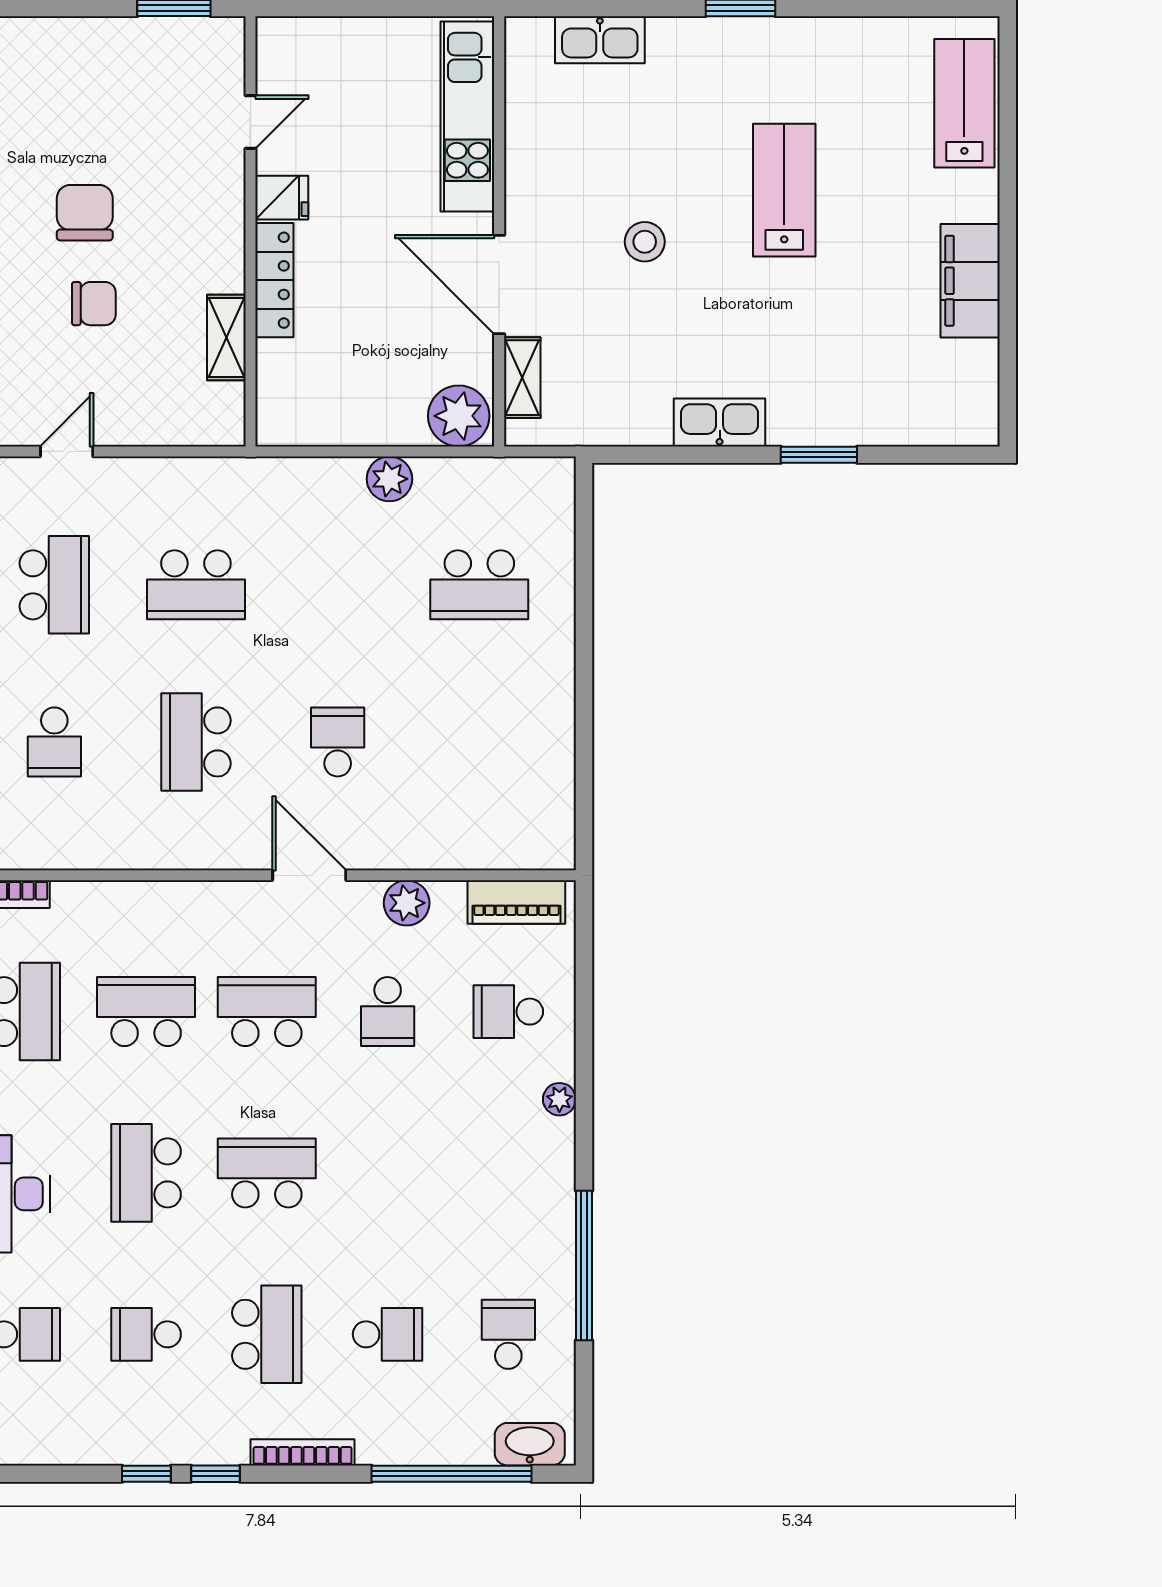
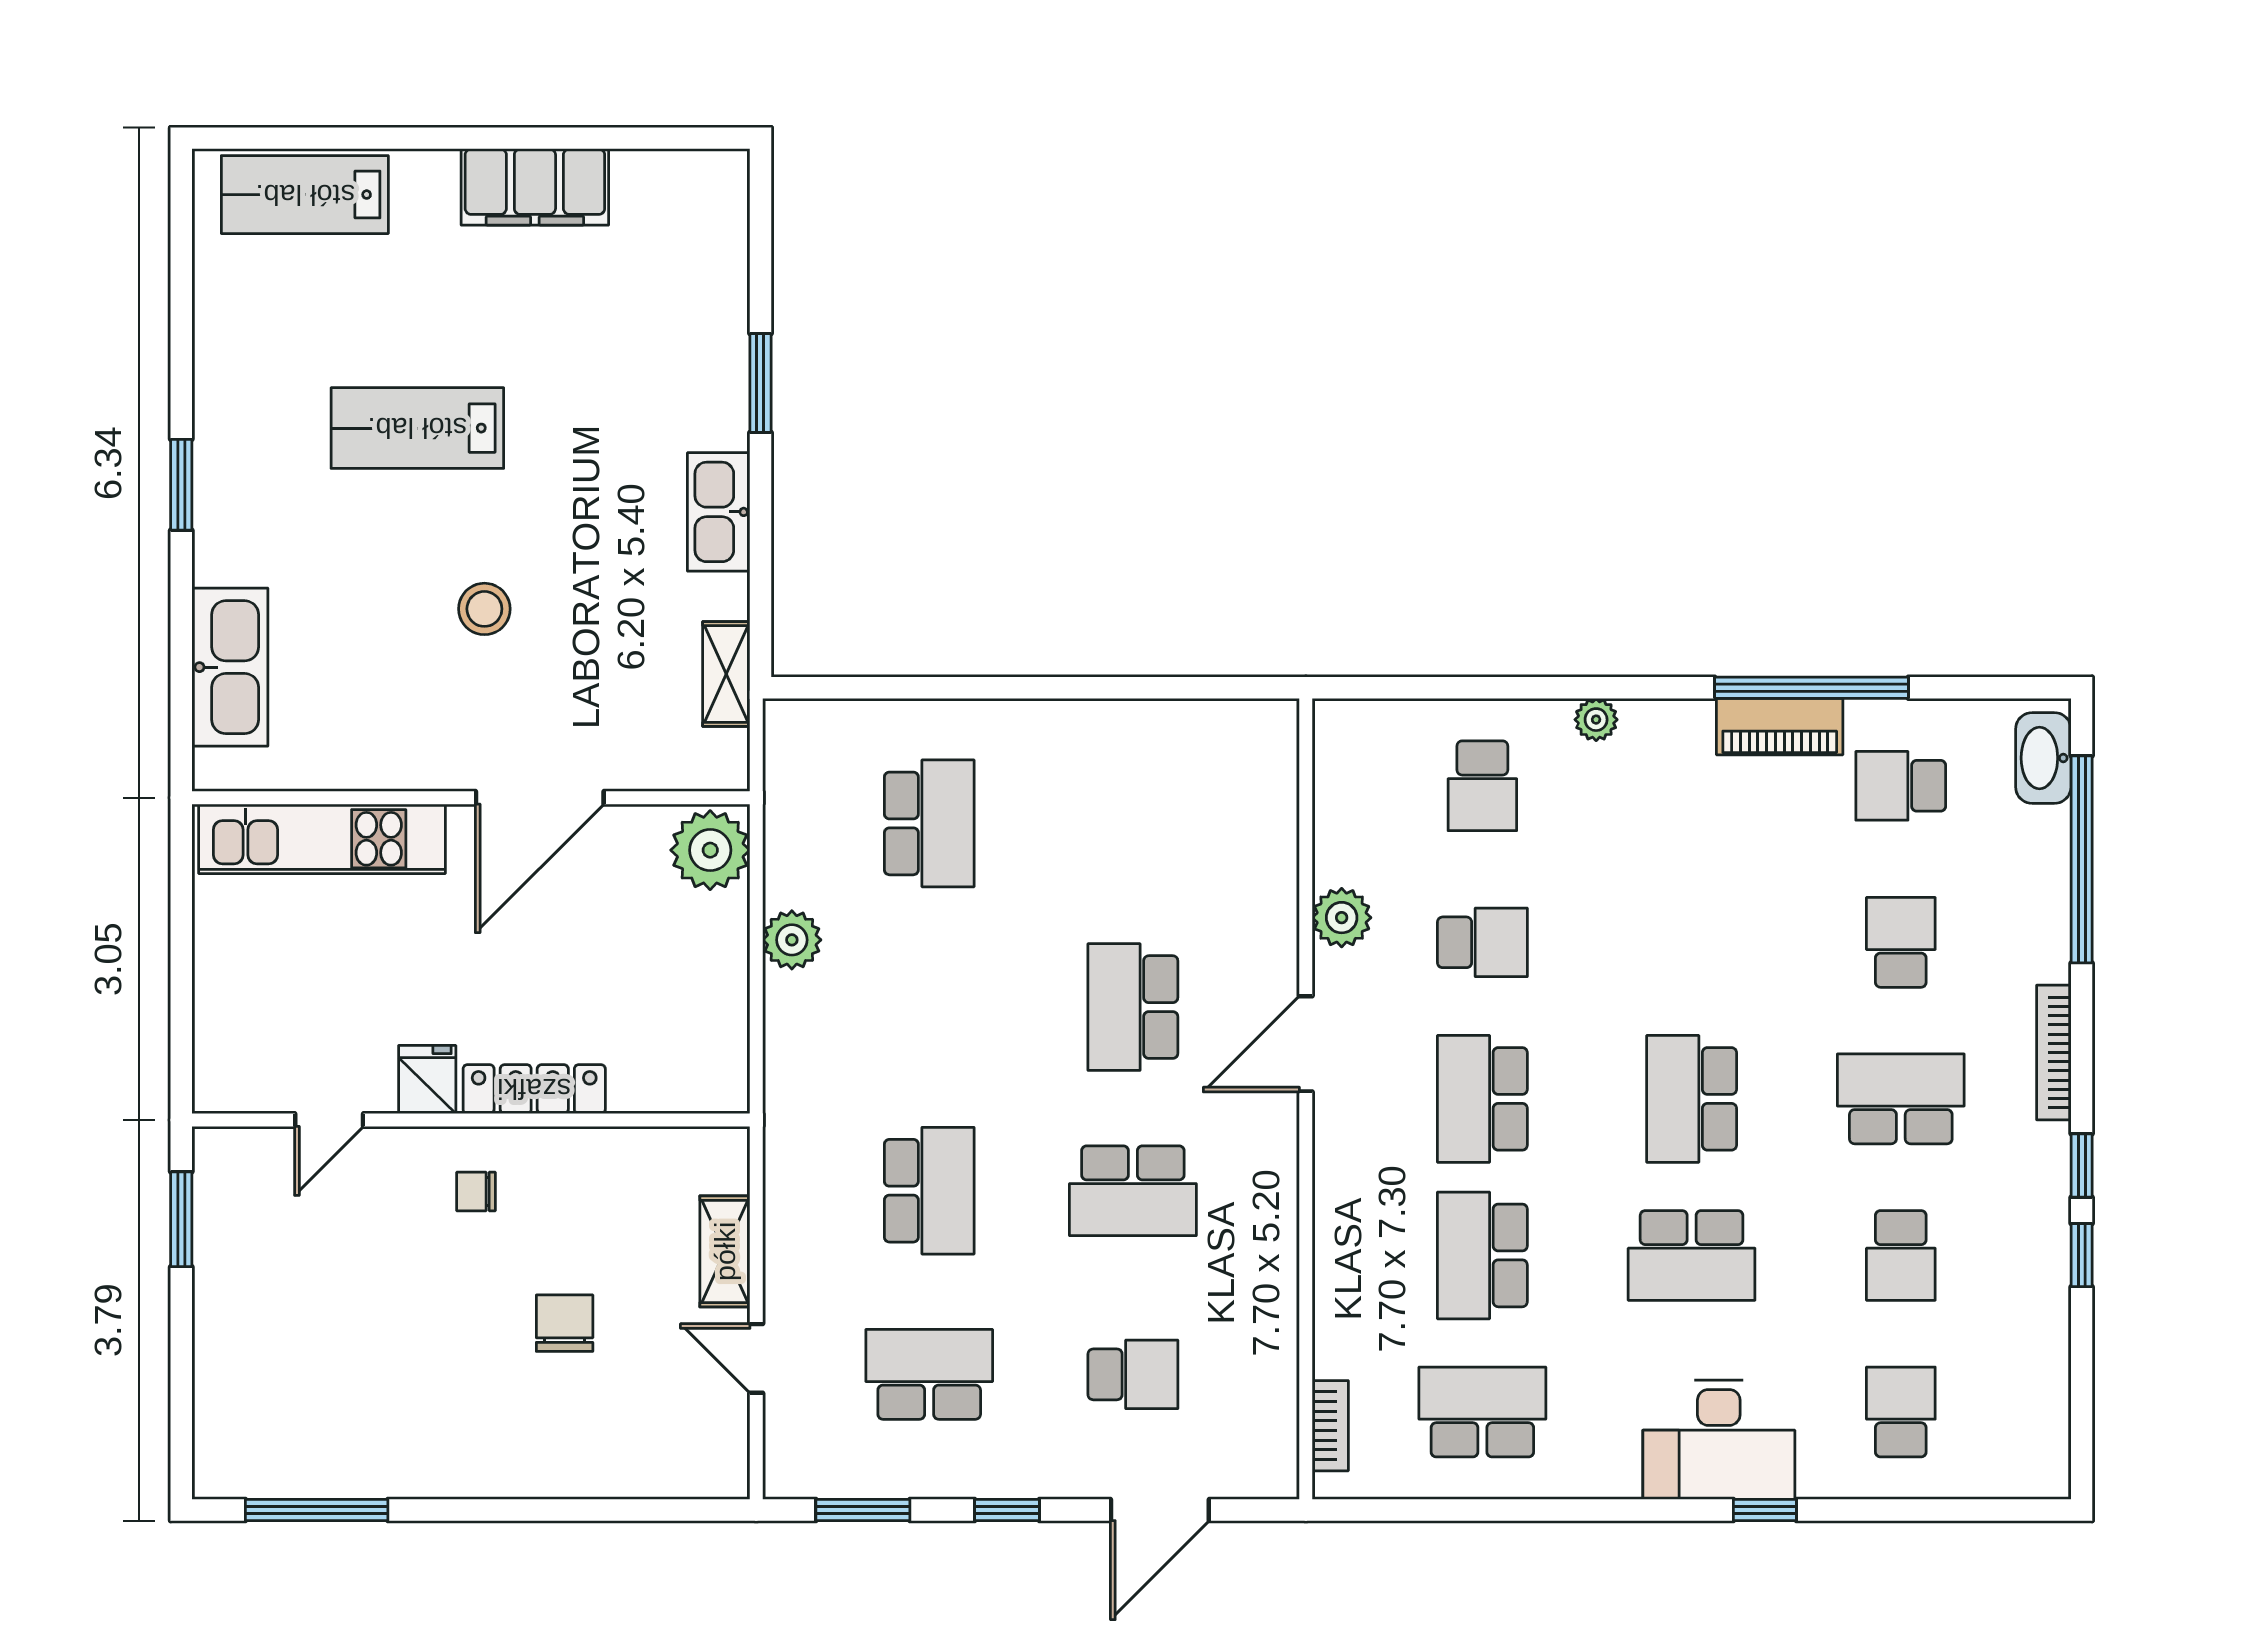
kitchen sink: (600, 40) -> (230, 667), width x1.36, depth x1.24
door: (250, 122) -> (329, 1120), swing flipped
chair: (85, 213) -> (476, 1192), moved, width x0.54, depth x0.54
shelving: (226, 337) -> (725, 1251), moved, turned 90
shelving: (522, 378) -> (726, 674), moved, turned 90
school desk: (338, 742) -> (1133, 1007), width x1.85
piano: (516, 902) -> (1780, 727), moved, turned 90

